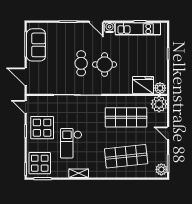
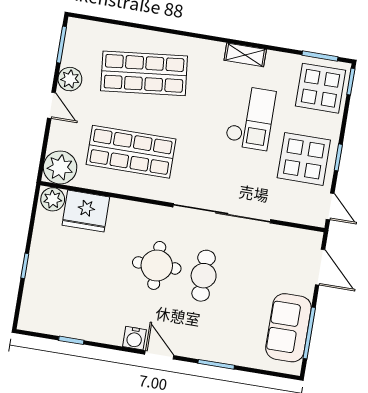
kitchen unit: (138, 29) -> (78, 326), removed
plant: (161, 169) -> (70, 79), moved

